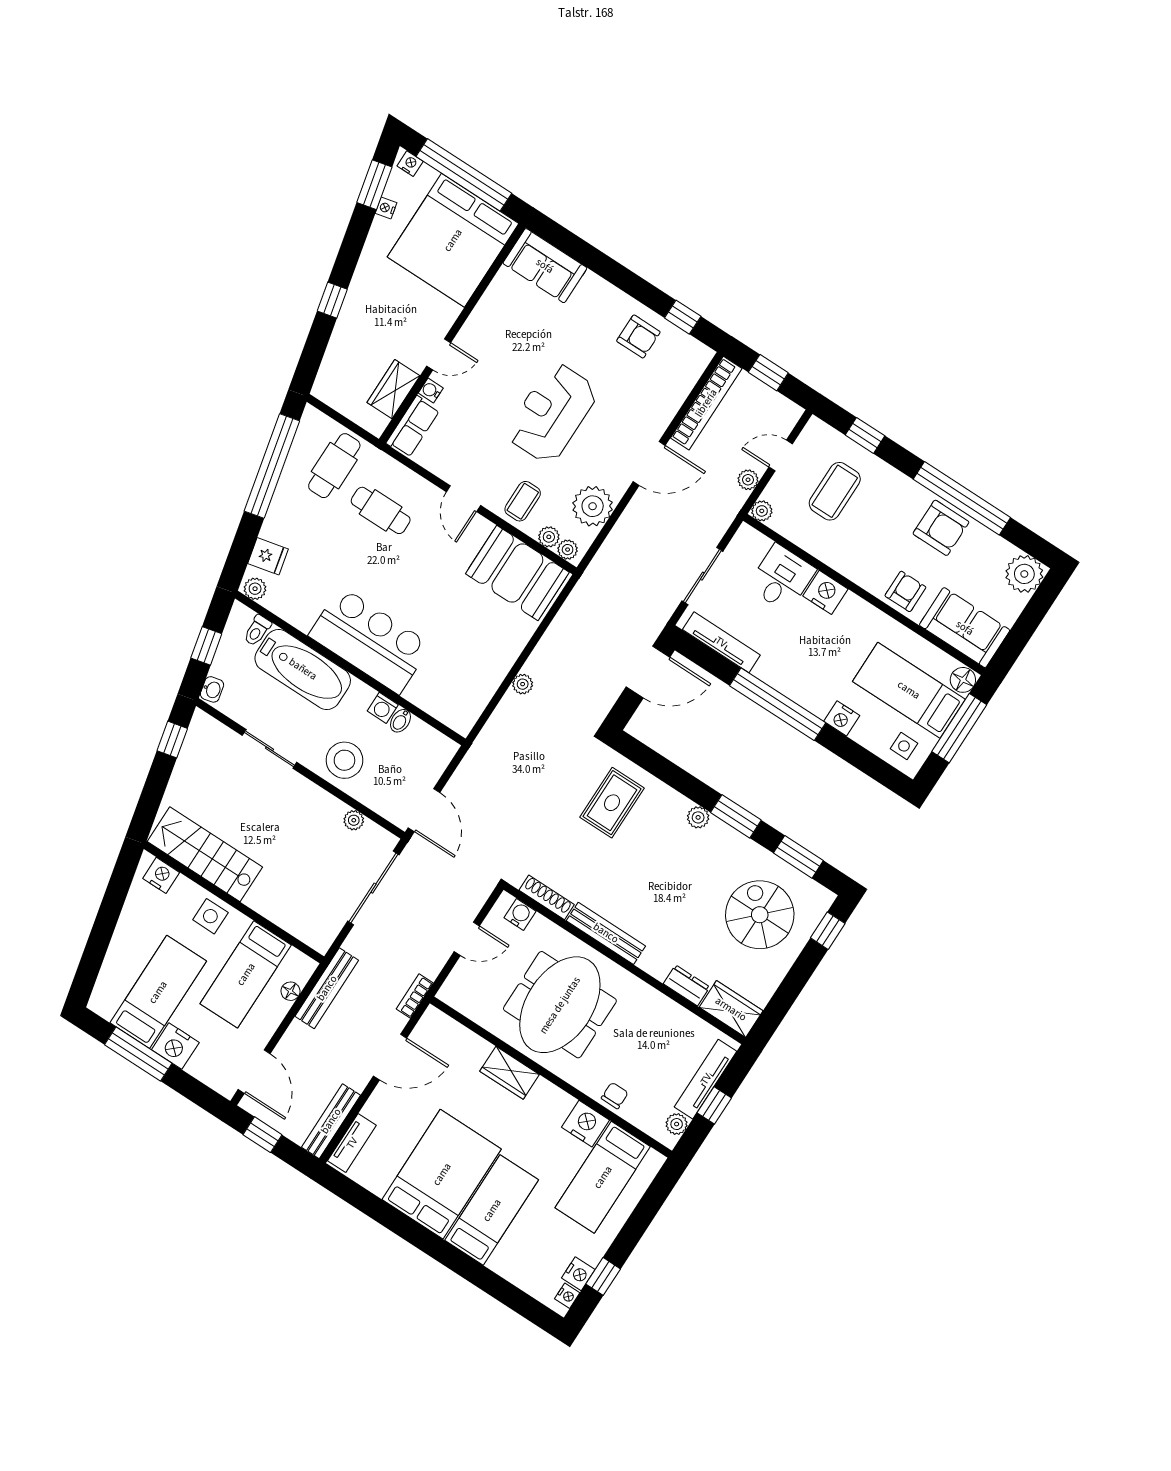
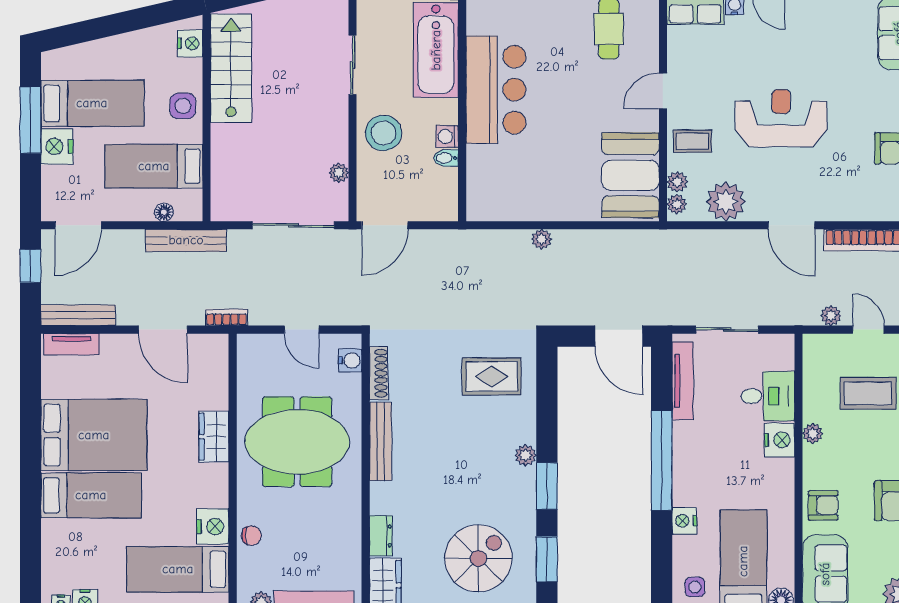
plant: (762, 511) -> (813, 433), moved

